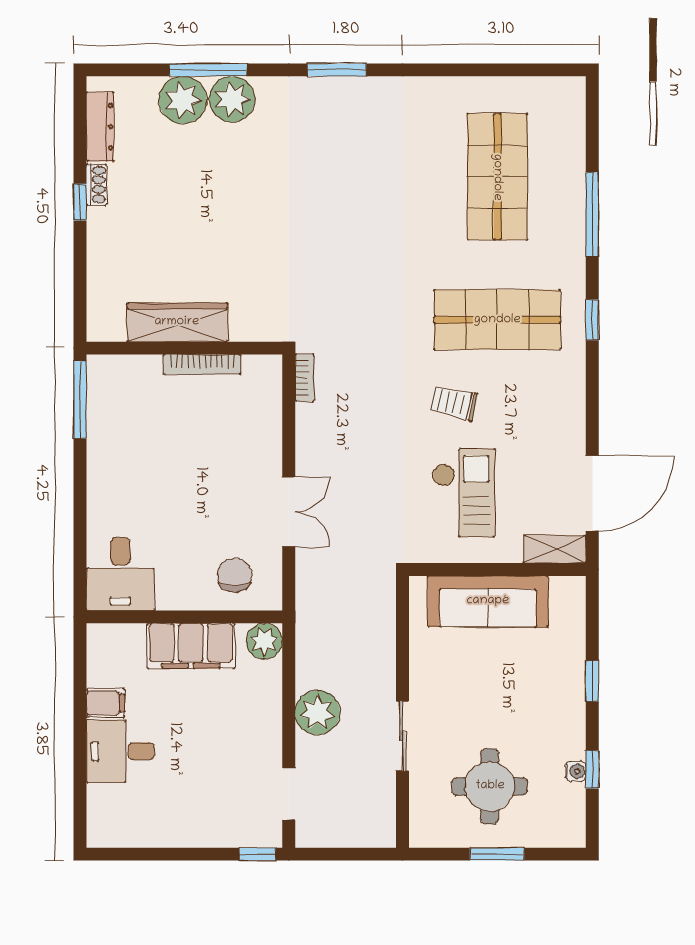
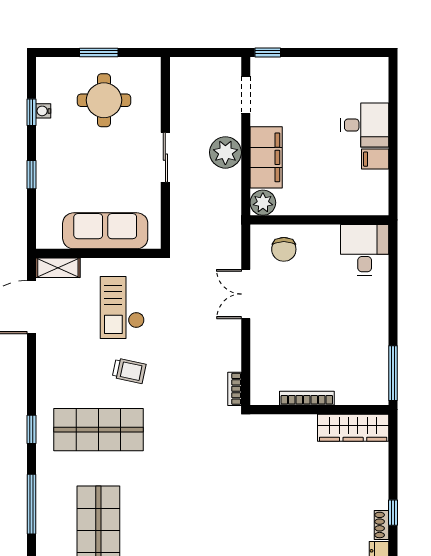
wardrobe: (177, 322) -> (353, 428), moved
filing cabinet: (191, 646) -> (266, 157), moved, turned 90
sliding door: (403, 736) -> (165, 157), moved

